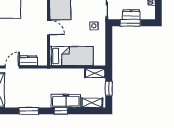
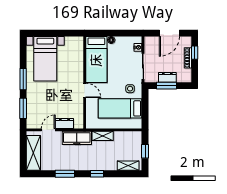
bed: (71, 56) -> (120, 108), moved, turned 180
shelving: (95, 73) -> (103, 136), moved
freezer: (66, 101) -> (77, 138), moved, turned 180

